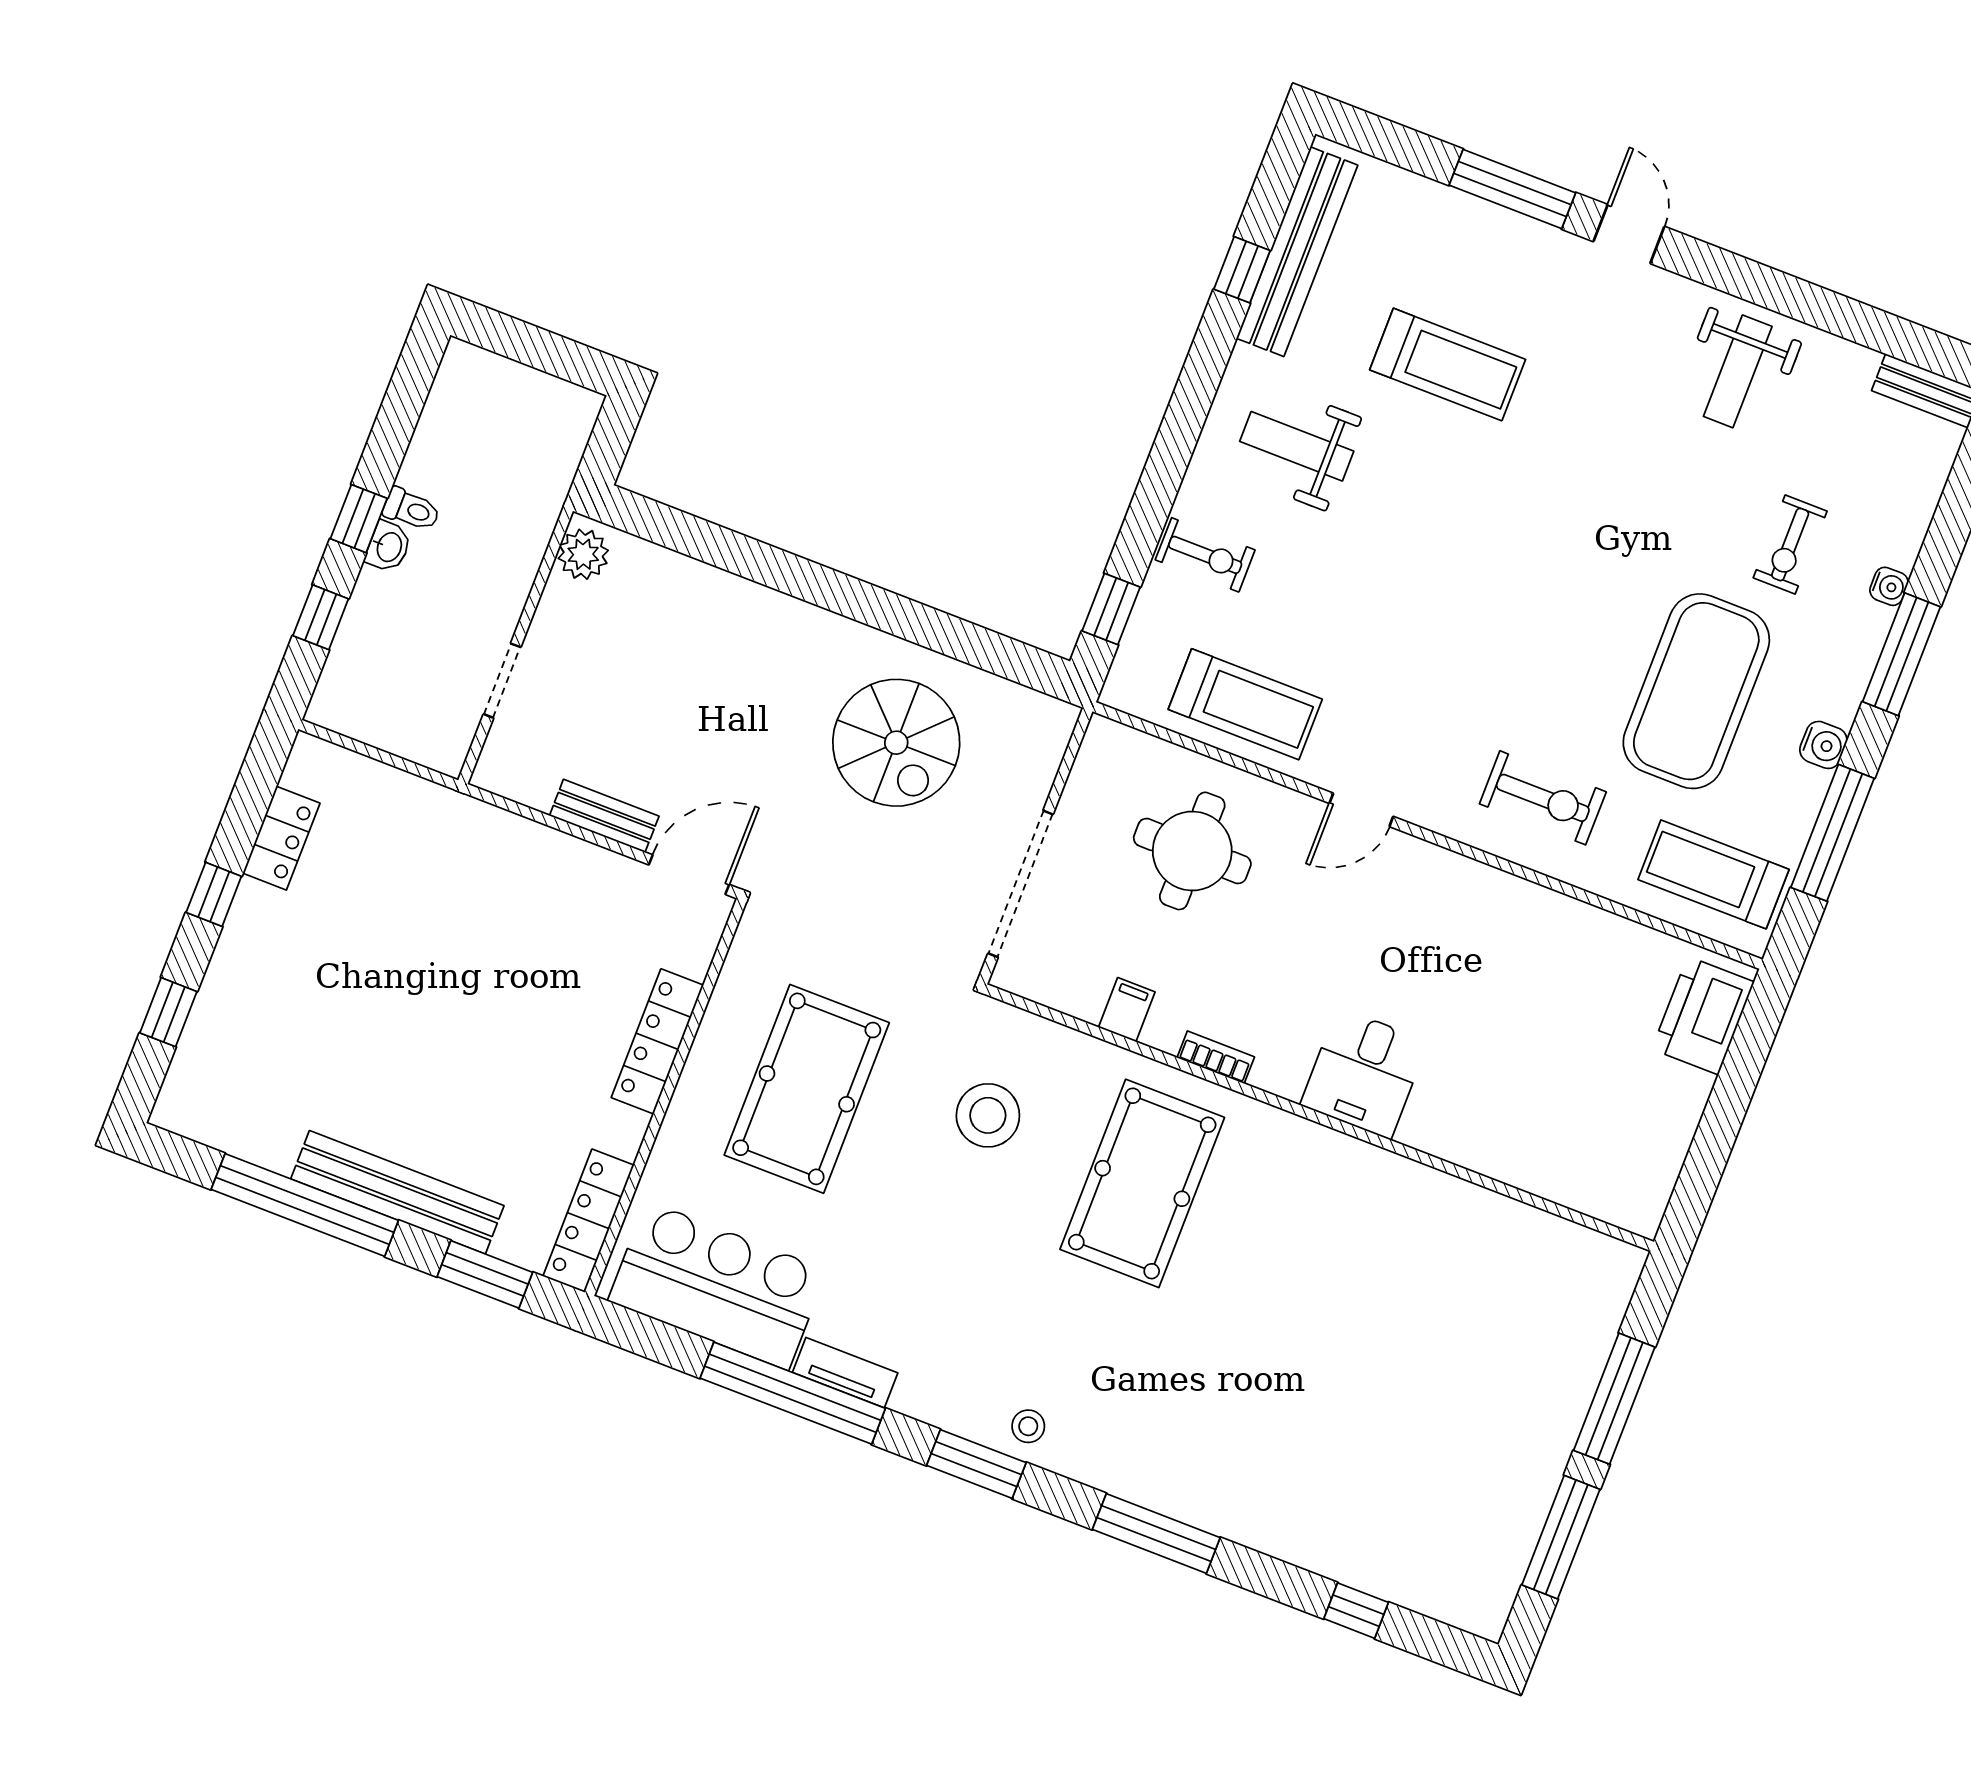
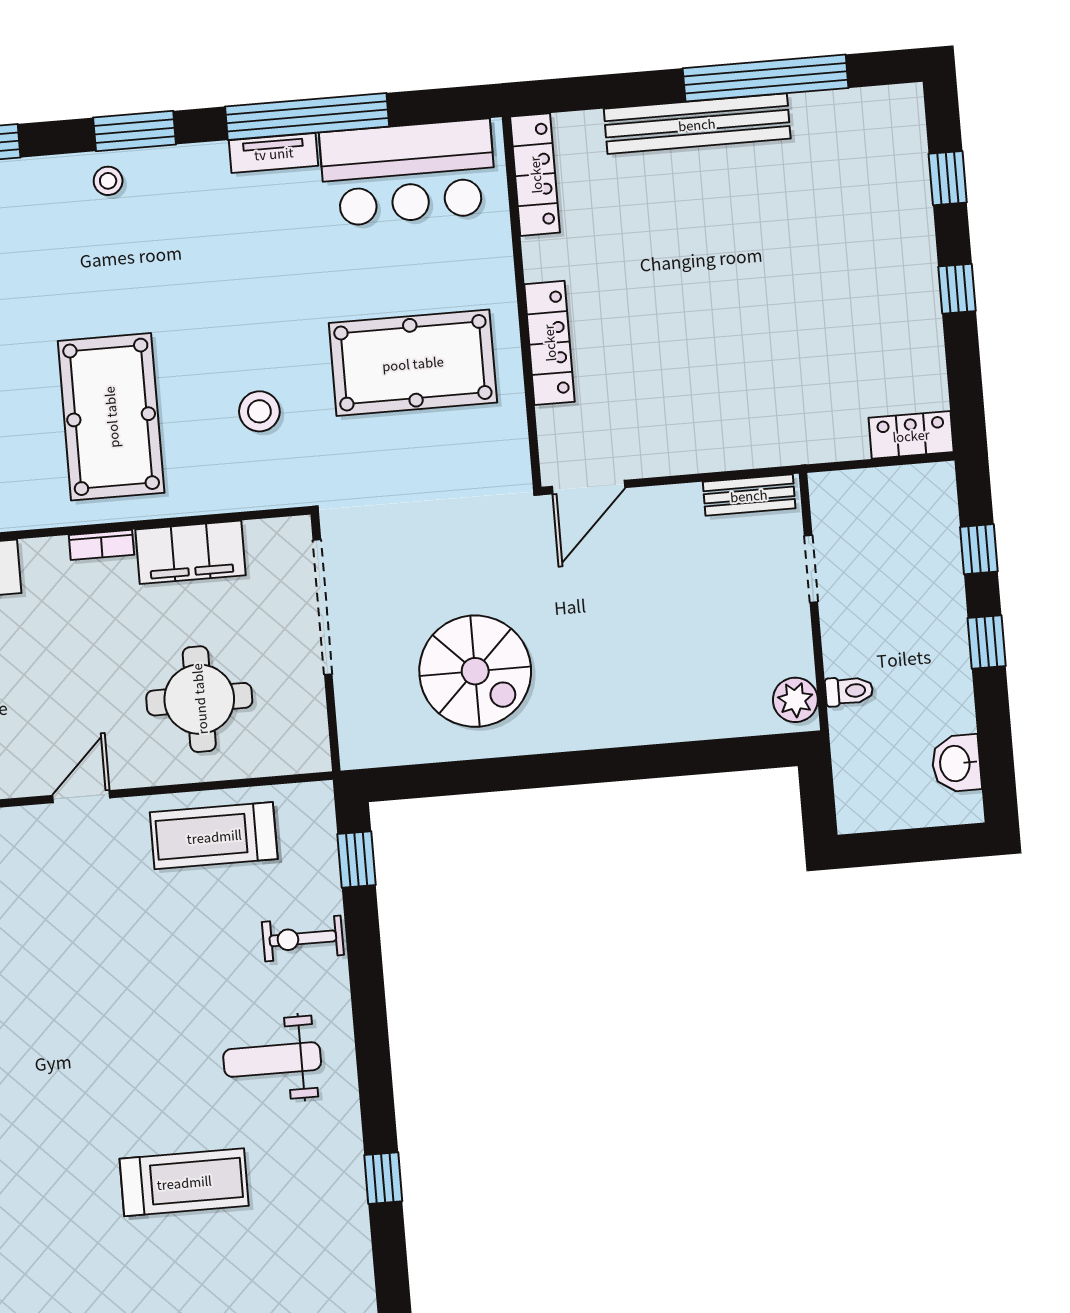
bench: (1297, 252) -> (347, 1214), removed
treadmill: (1448, 365) -> (184, 1182), turned 180
weight bench: (1297, 446) -> (272, 1060), turned 180
toilet: (411, 509) -> (849, 691), moved, turned 180
washbasin: (388, 547) -> (956, 763), moved, width x1.38, depth x1.45
spiral stairs: (896, 743) -> (475, 671), turned 180
bench: (604, 816) -> (749, 495), moved
locker: (281, 838) -> (911, 435), moved, turned 90
filing cabinet: (1127, 1010) -> (190, 552), width x3.00, depth x1.17
pool table: (807, 1089) -> (413, 363), turned 90
stool: (988, 1115) -> (259, 411), width x0.73, depth x0.73
window: (485, 1274) -> (596, 92), removed

